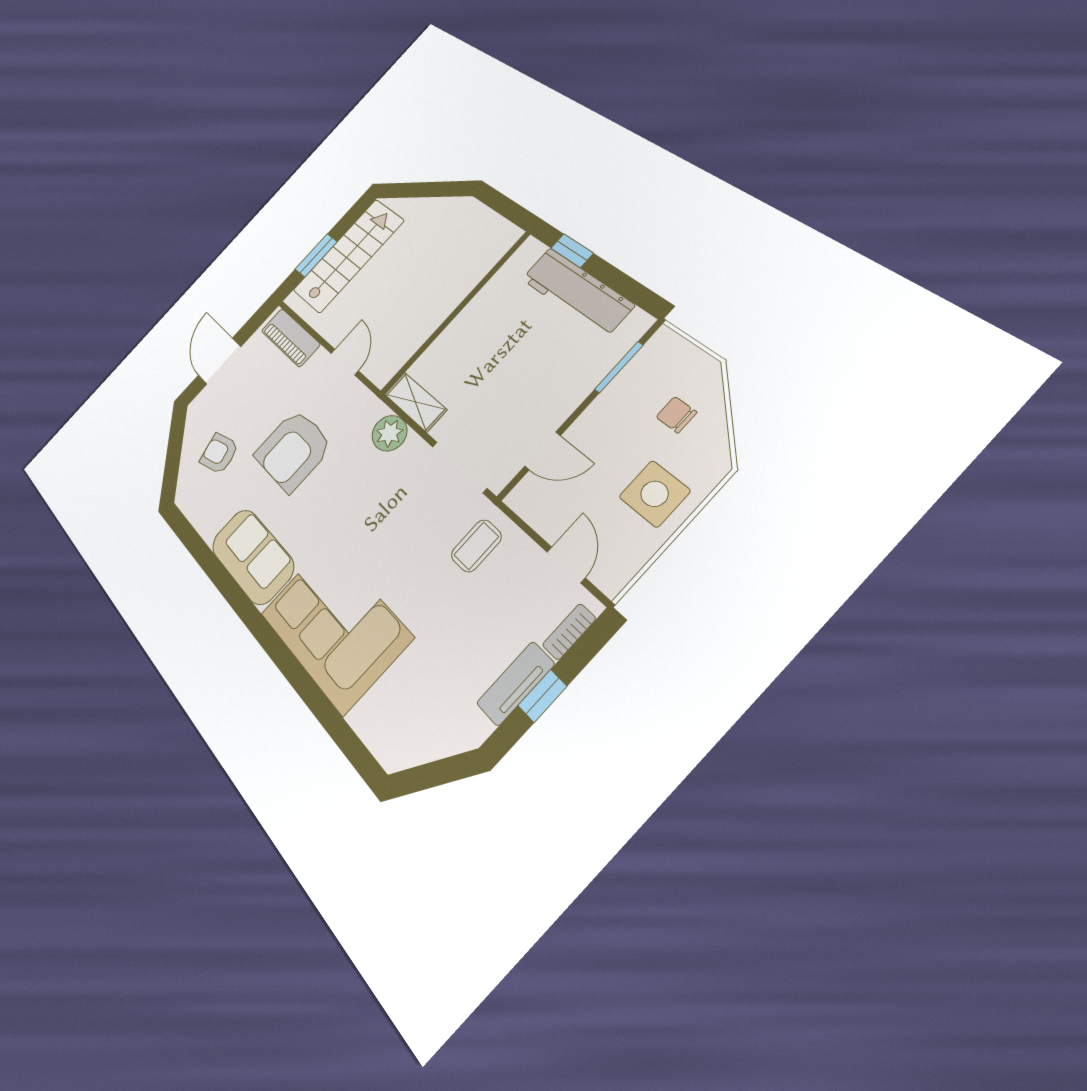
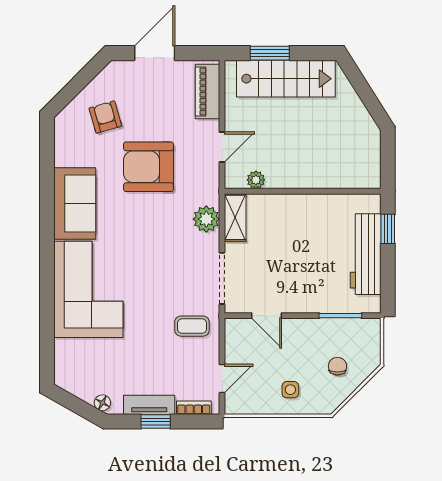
plant: (402, 352) -> (256, 180), added
side table: (654, 494) -> (290, 390), width x0.54, depth x0.54
floor lamp: (461, 739) -> (102, 403), added

